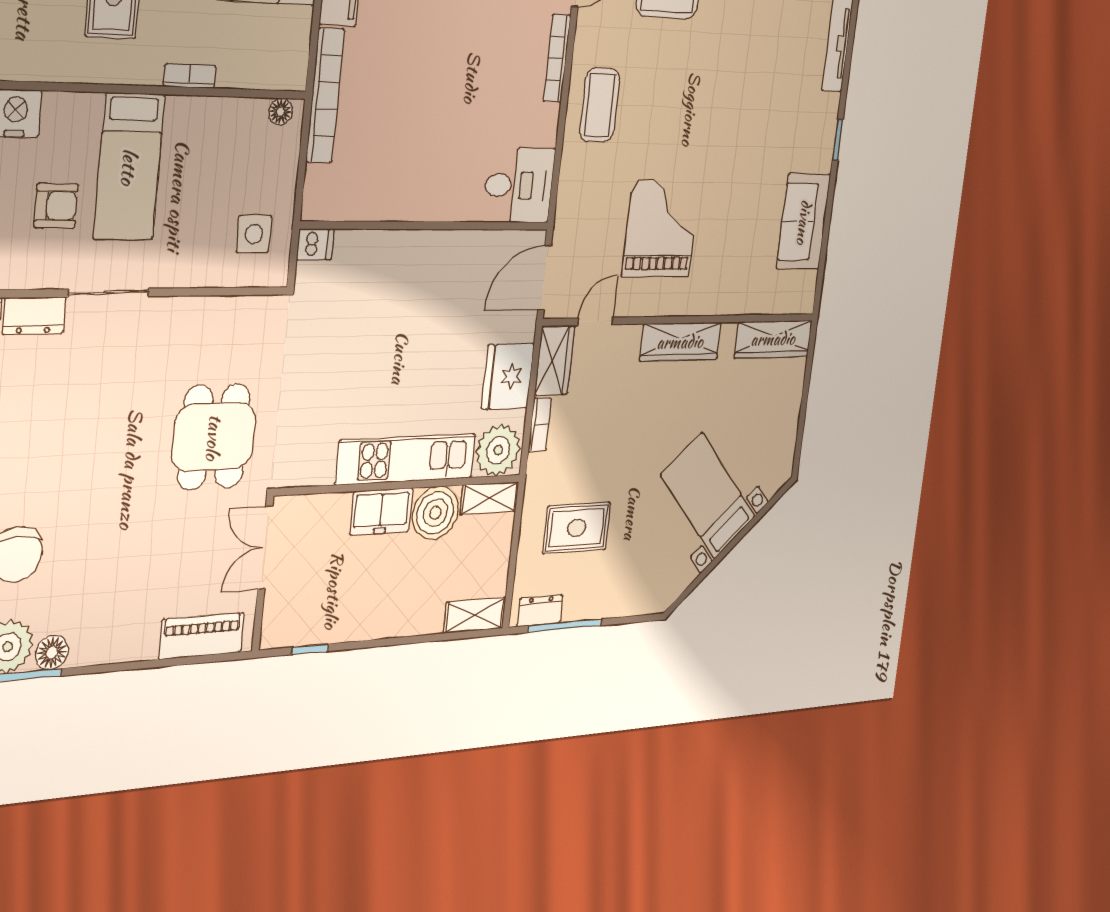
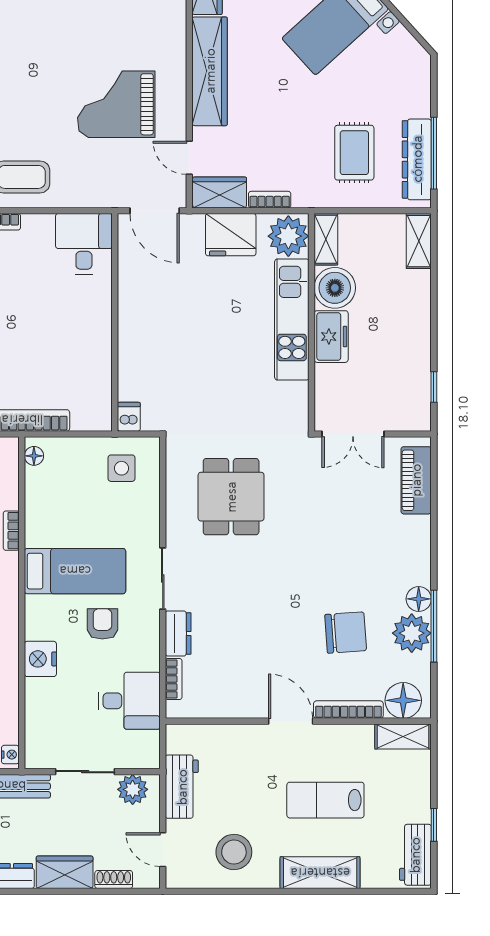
wardrobe: (680, 342) -> (210, 71), width x1.40, depth x1.17
dining table: (214, 437) -> (231, 497), moved, turned 90
dresser: (540, 611) -> (417, 159), width x1.96, depth x1.24

